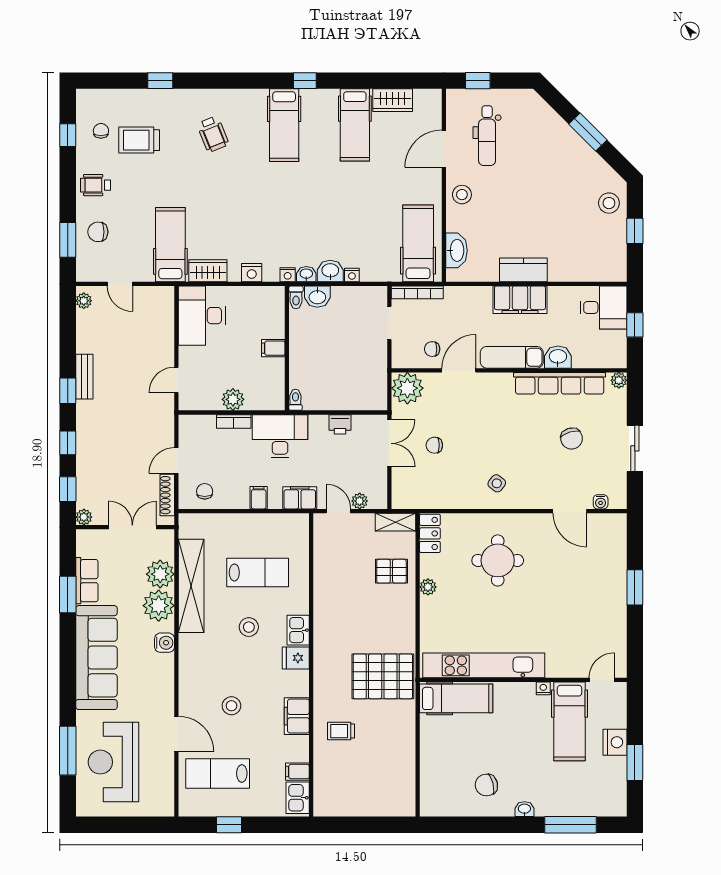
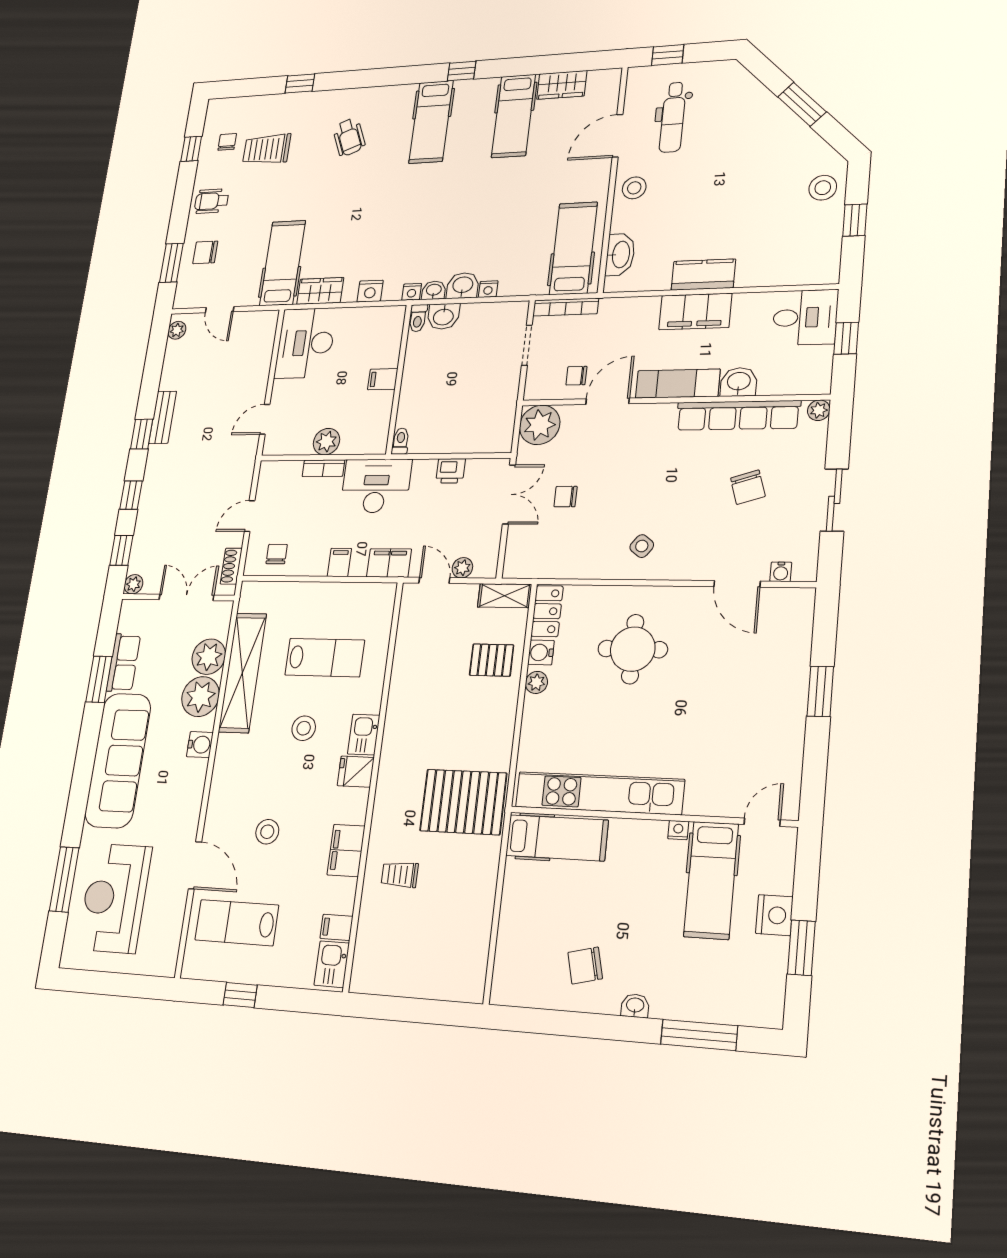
shoe rack: (167, 495) -> (231, 566), width x0.70
water cooler: (429, 565) -> (541, 652), added

